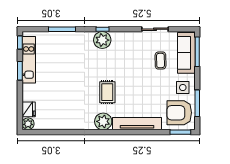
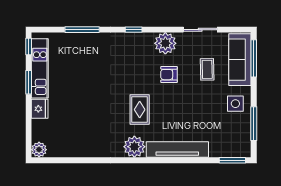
plant: (102, 40) -> (165, 43), moved
fridge: (29, 109) -> (40, 109), moved
armchair: (179, 113) -> (169, 75), moved, width x0.53, depth x0.53

